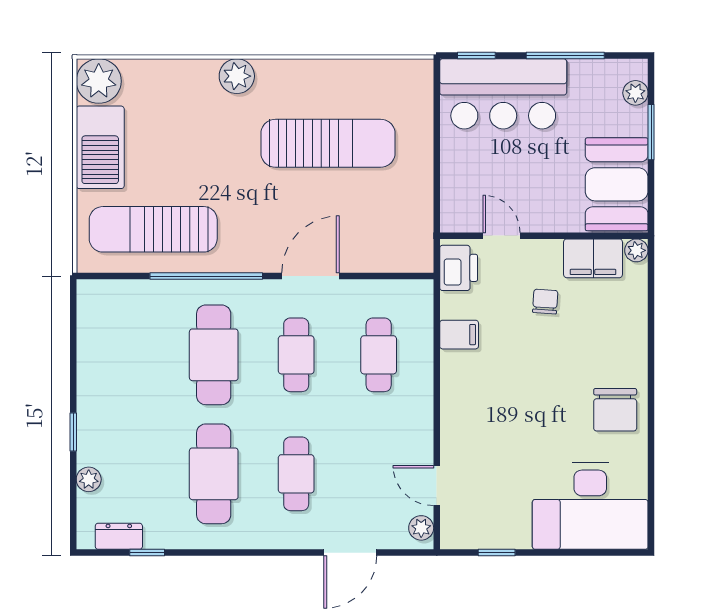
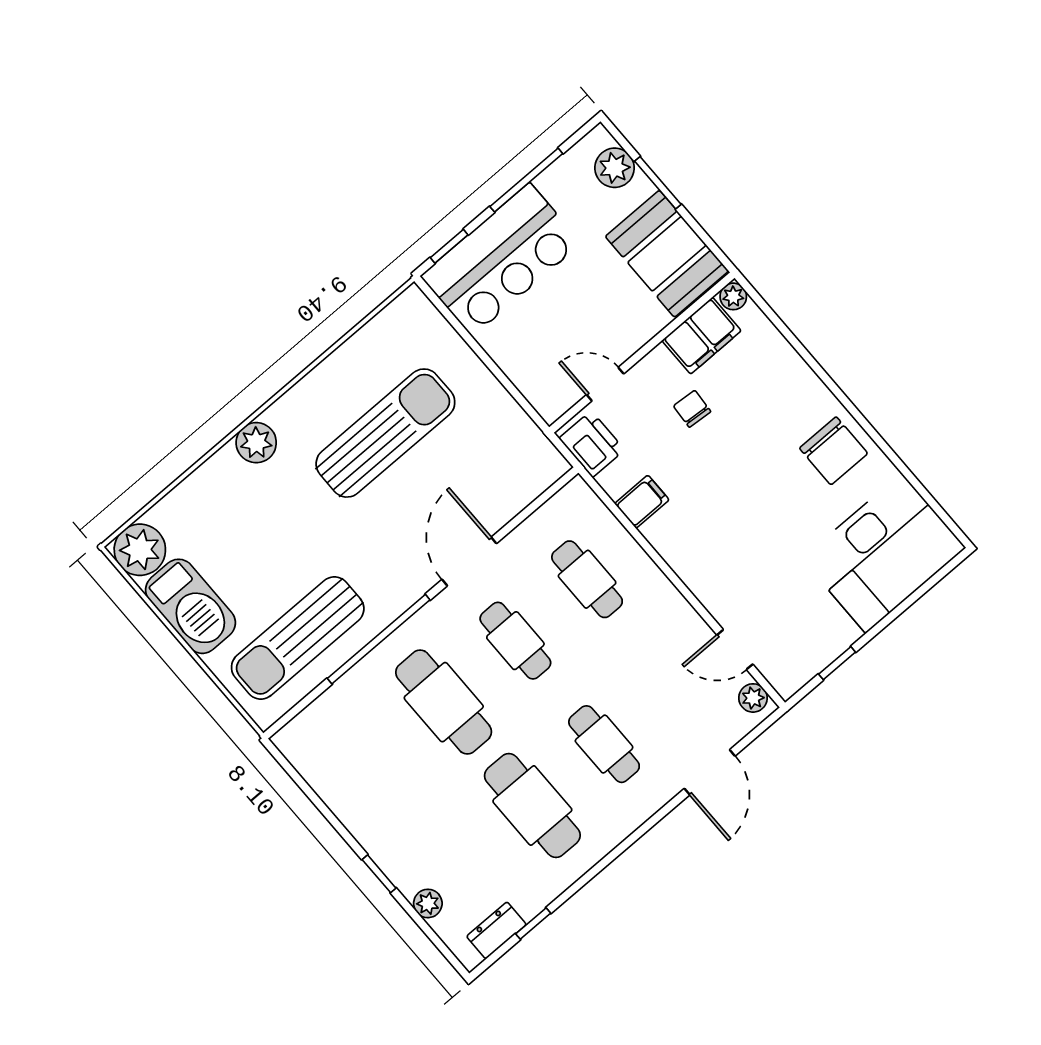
plant: (635, 93) -> (615, 168), width x1.38, depth x1.38

